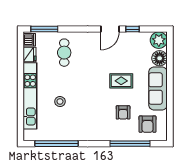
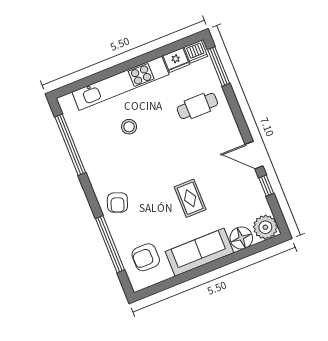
armchair: (123, 112) -> (117, 203), moved, turned -70

